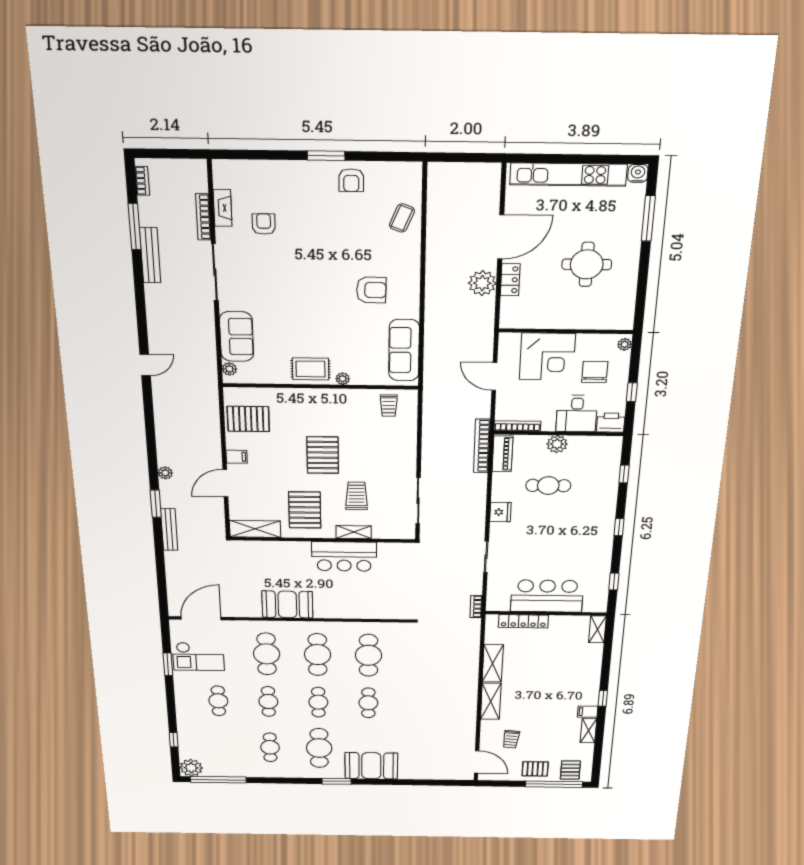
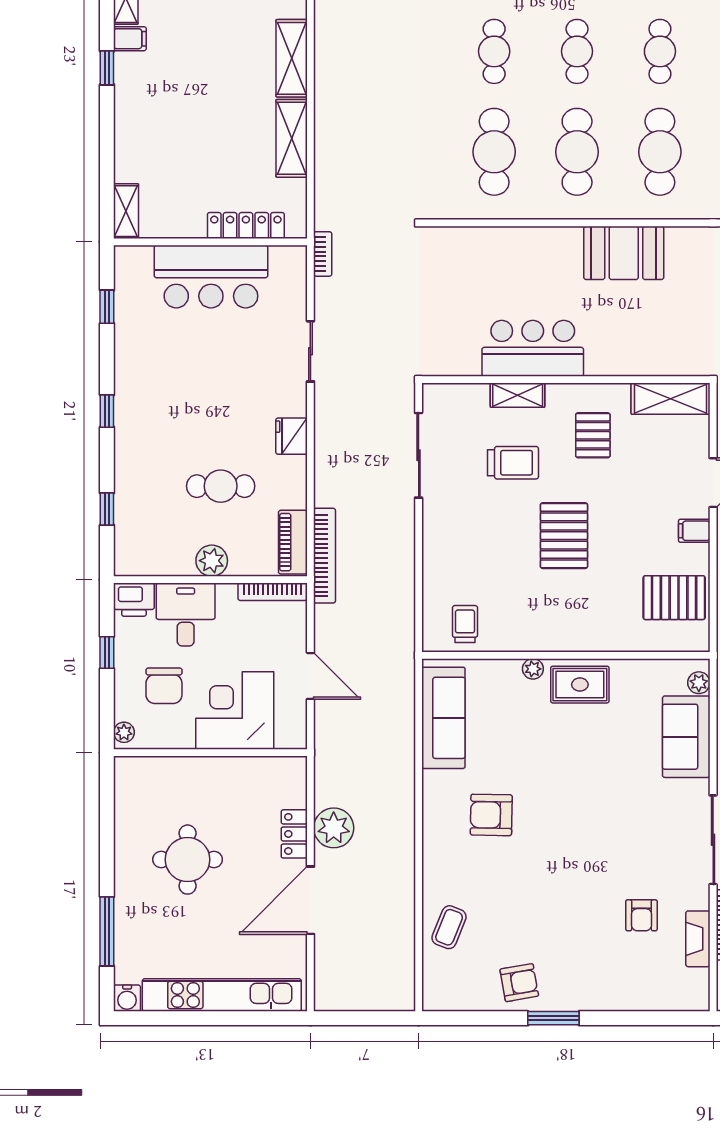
armchair: (351, 180) -> (519, 983), turned 80
trolley: (357, 496) -> (513, 463), turned -90
pallet: (305, 510) -> (593, 435), width x0.67, depth x0.71

